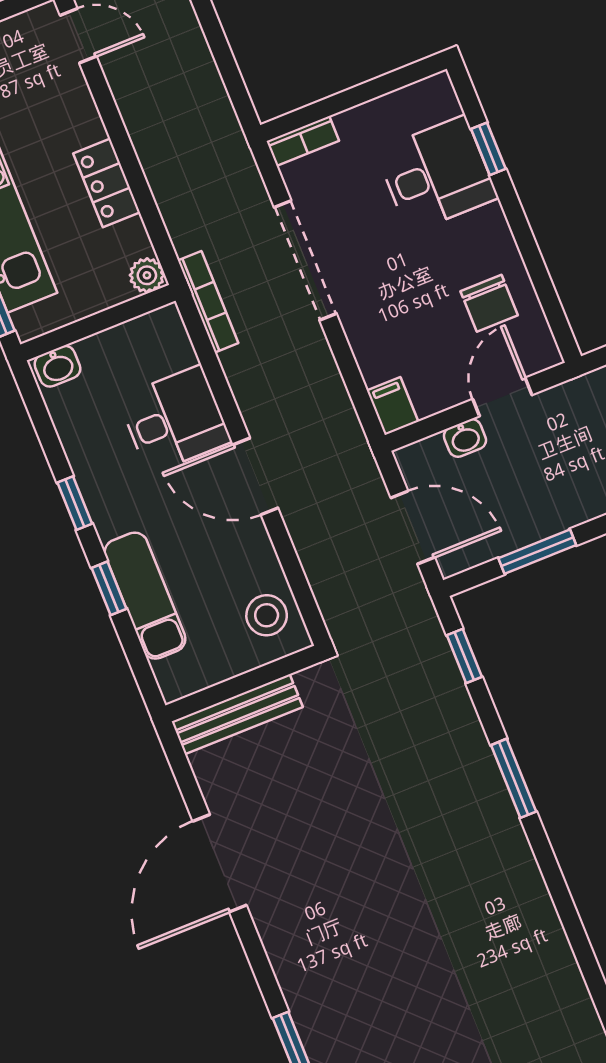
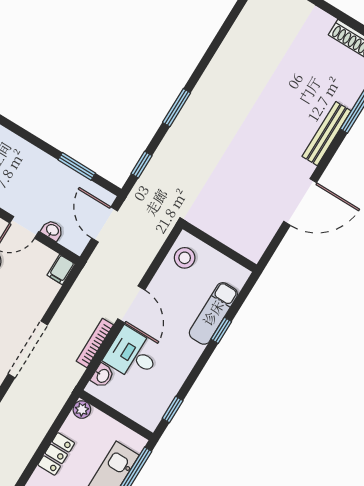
bookcase: (208, 302) -> (95, 343), moved
washbasin: (57, 366) -> (103, 376), moved, turned 90
window: (75, 503) -> (173, 409), moved
bench: (237, 714) -> (327, 134), moved, turned 90

